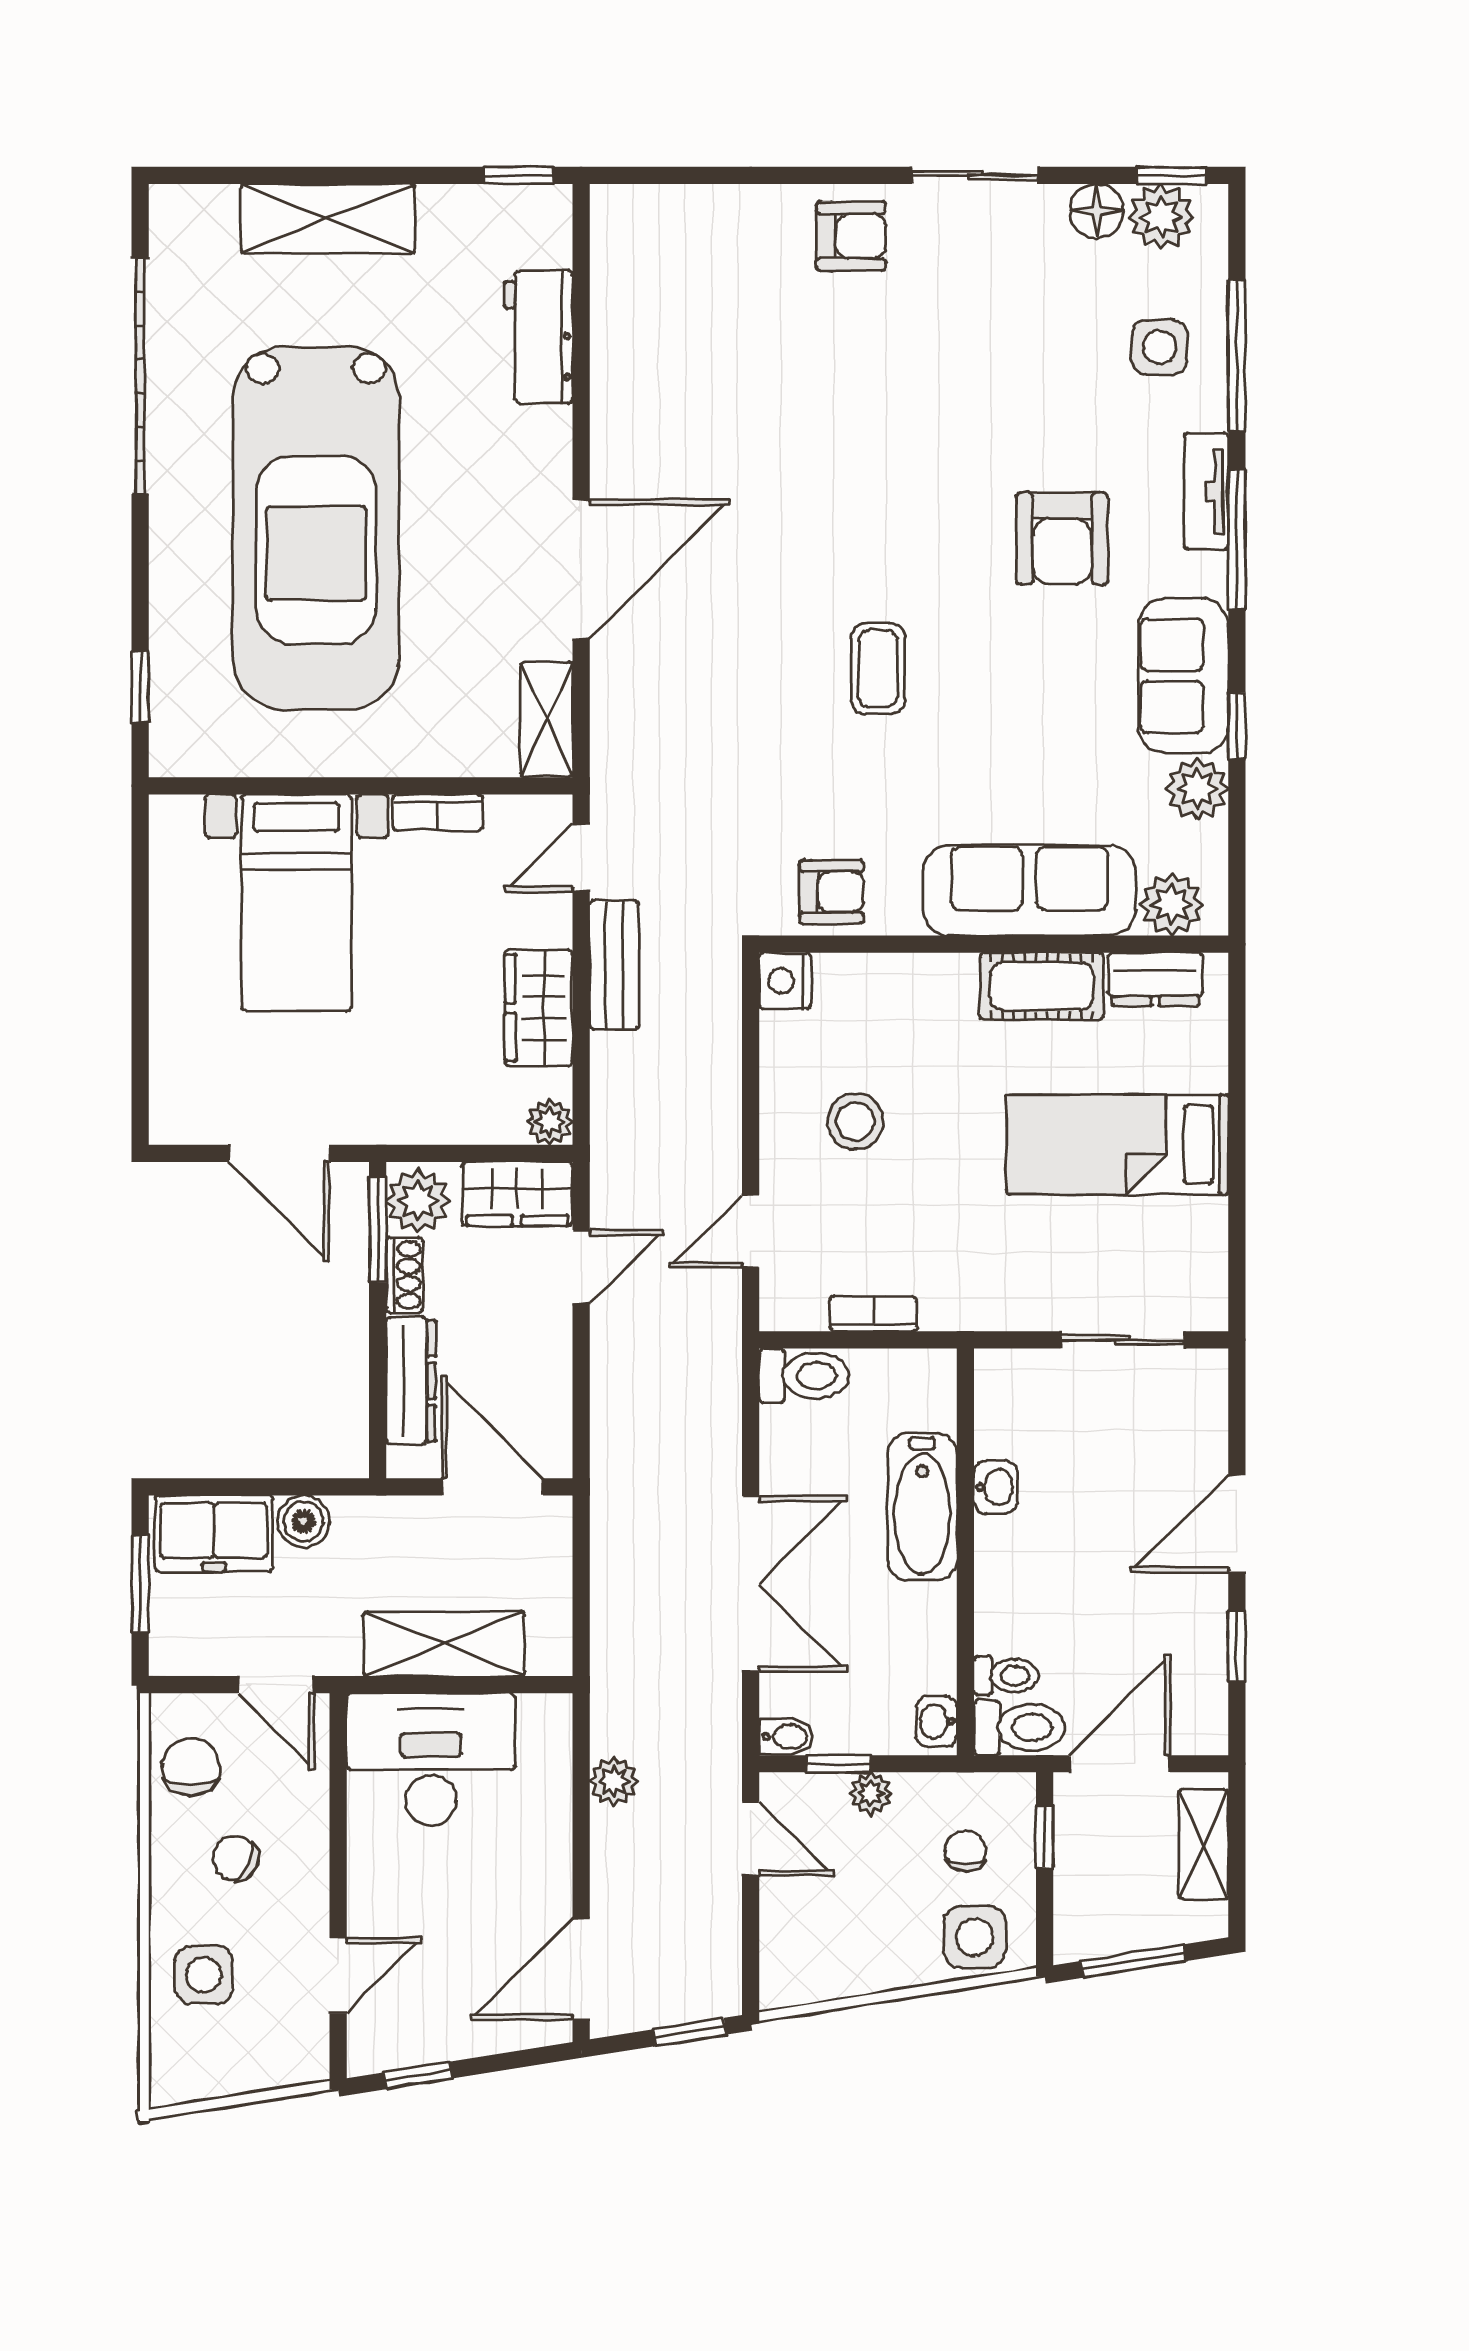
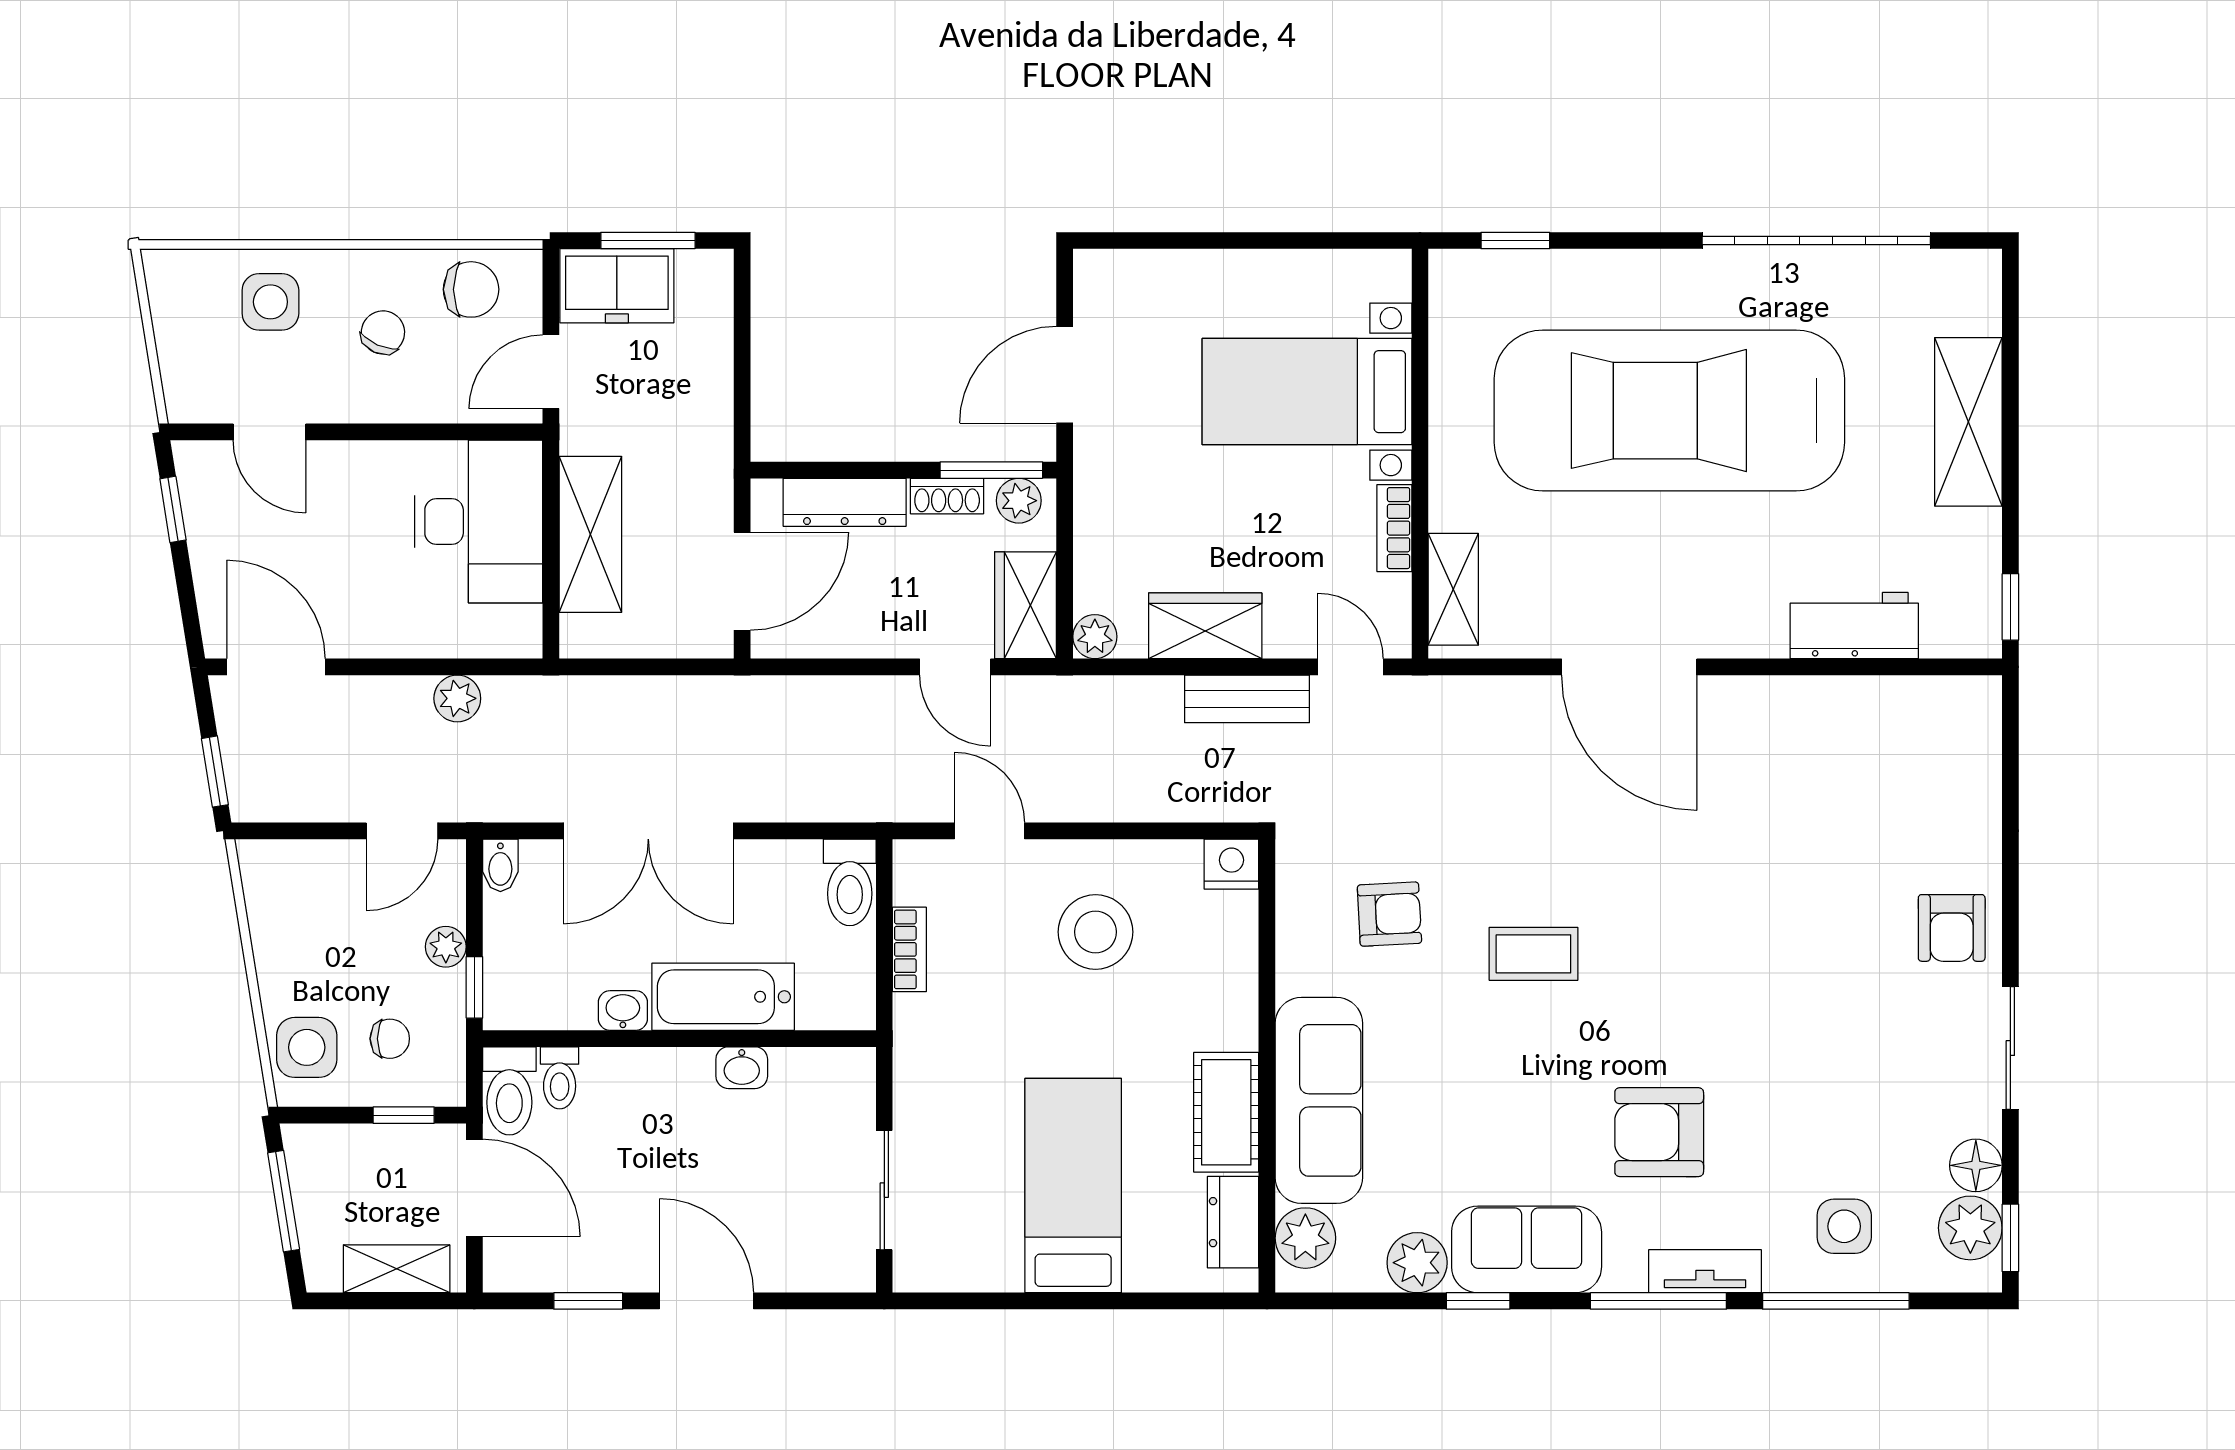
shelving: (547, 720) -> (1453, 589), moved, turned 90
armchair: (832, 892) -> (1389, 914), moved, turned -93
stool: (855, 1121) -> (1096, 932), width x1.38, depth x1.38
plant: (418, 1201) -> (1019, 501), width x0.73, depth x0.73
boiler: (304, 1521) -> (709, 398), removed
freezer: (214, 1534) -> (617, 286), moved, turned -90
washbasin: (936, 1721) -> (623, 1011), moved
window: (839, 1764) -> (474, 987), moved

